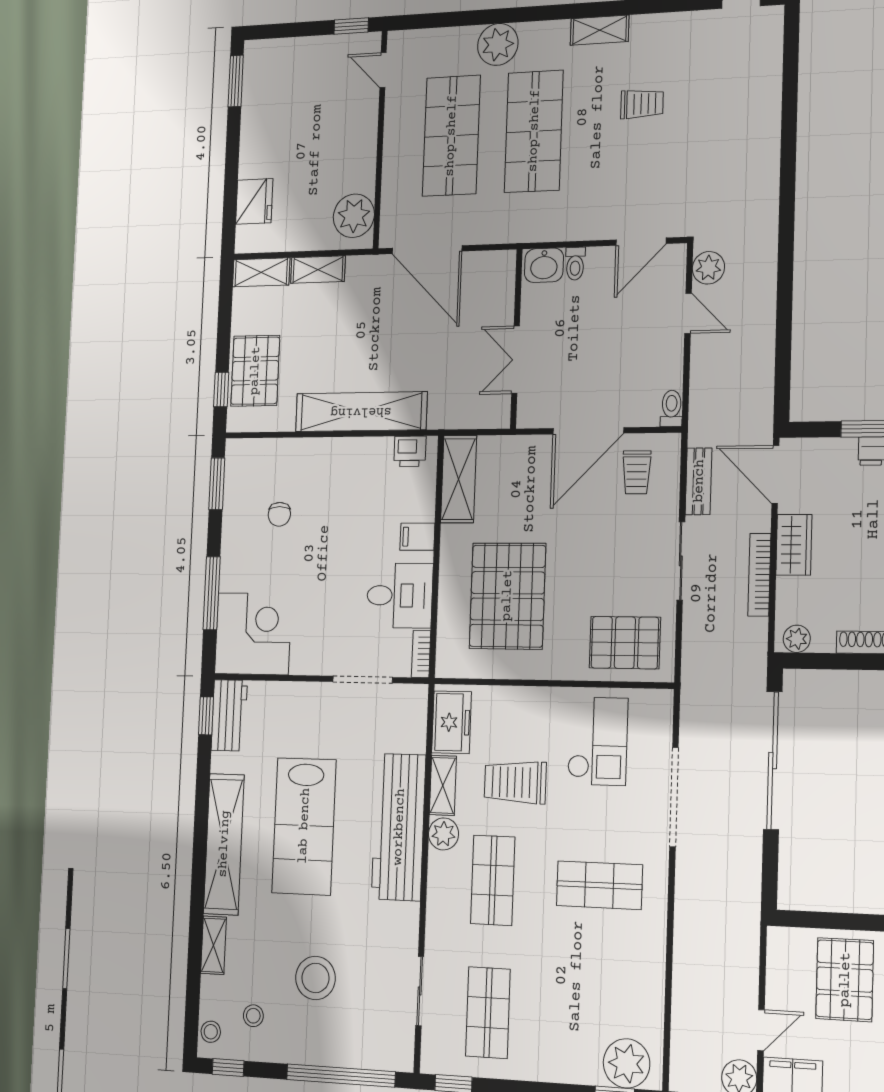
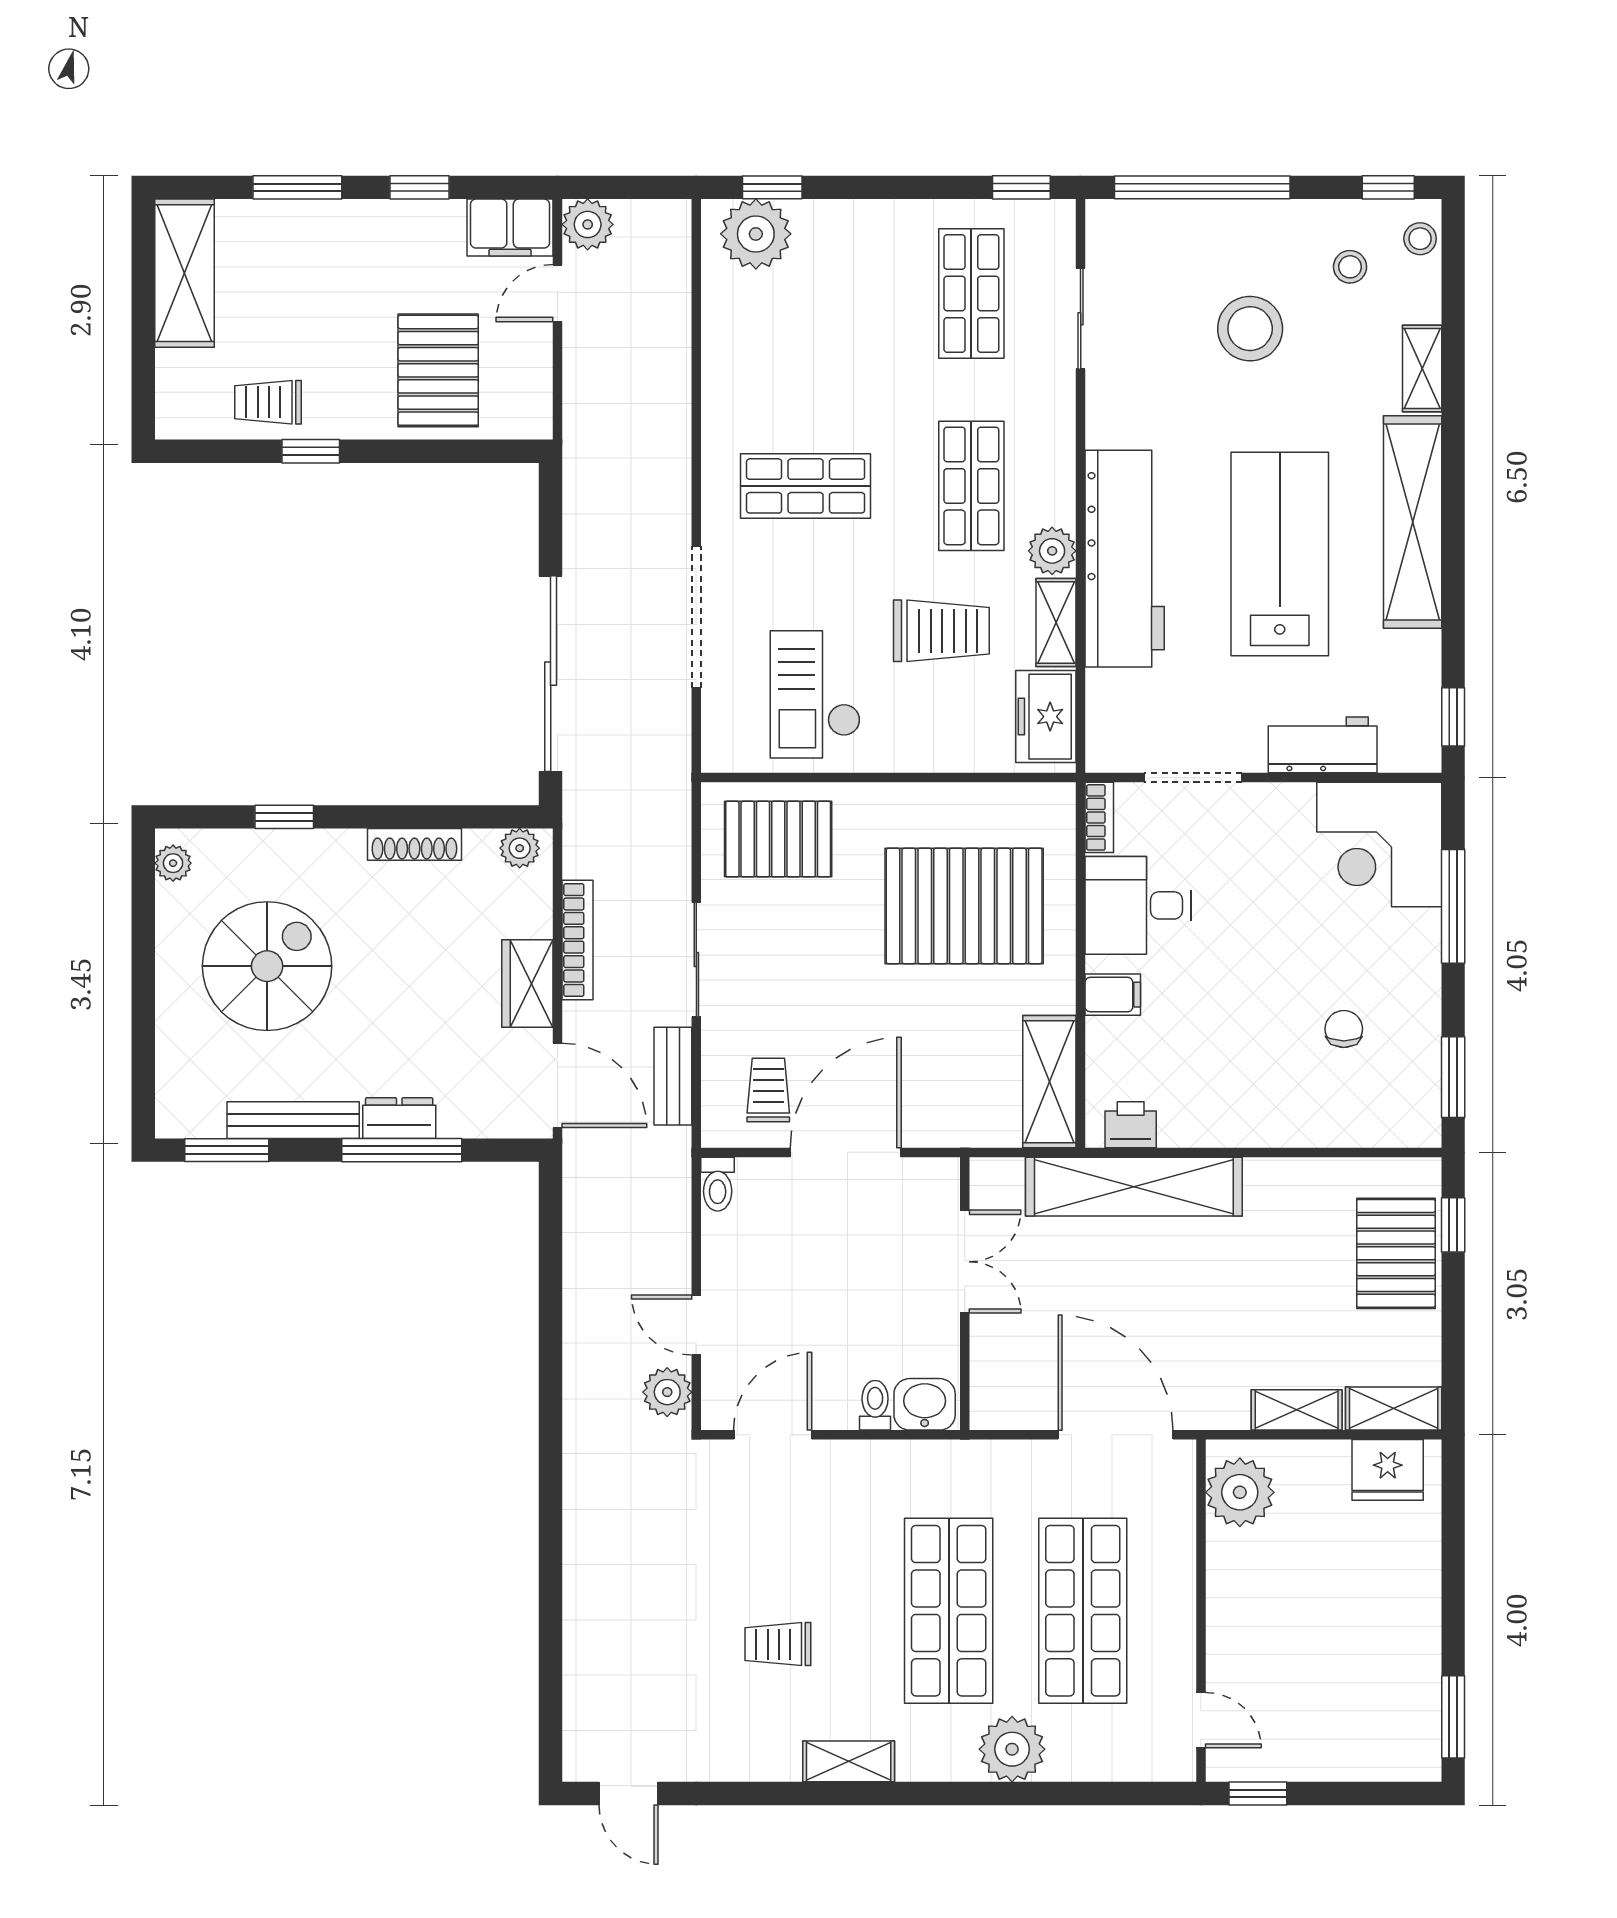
fridge: (254, 201) -> (1388, 1470), moved, turned -90
shelving: (361, 412) -> (1134, 1187), moved
pallet: (507, 596) -> (964, 906), turned 90
workbench: (229, 715) -> (1323, 745), moved, turned 90

